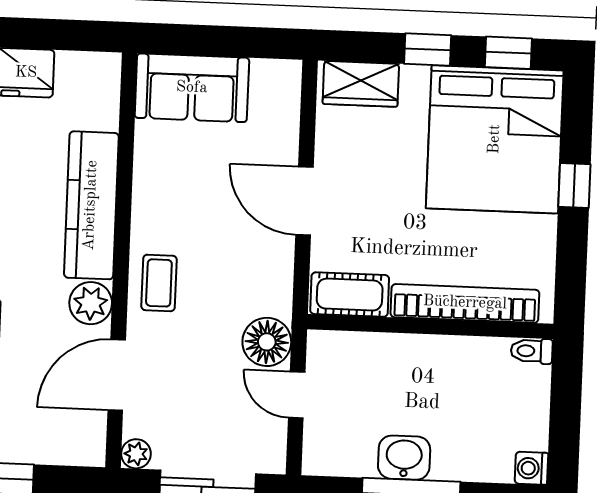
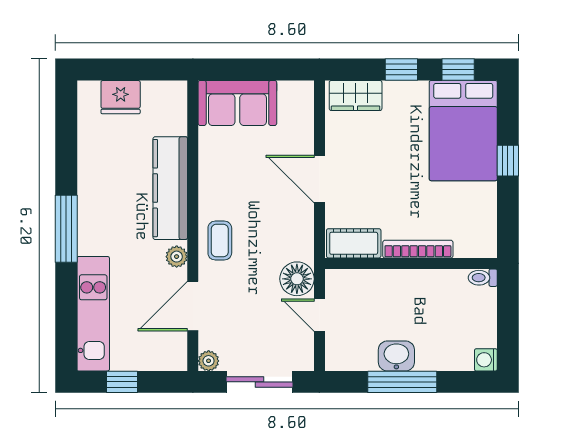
bed: (495, 139) -> (463, 131), width x0.73
plant: (91, 303) -> (177, 257), width x0.73, depth x0.73
bookcase: (465, 303) -> (418, 249), width x0.68, depth x0.76

